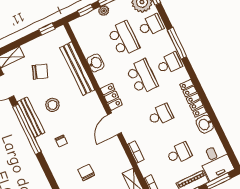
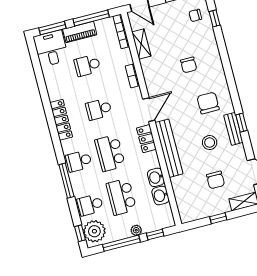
window: (47, 29) -> (218, 218), moved
bench: (77, 69) -> (169, 148), moved
chair: (40, 72) -> (215, 180), turned -111
bench: (31, 117) -> (233, 129), width x0.73
washbasin: (205, 124) -> (160, 195), moved, turned 180
window: (27, 129) -> (242, 123), width x0.32
chair: (61, 141) -> (208, 103), width x1.87, depth x1.87

